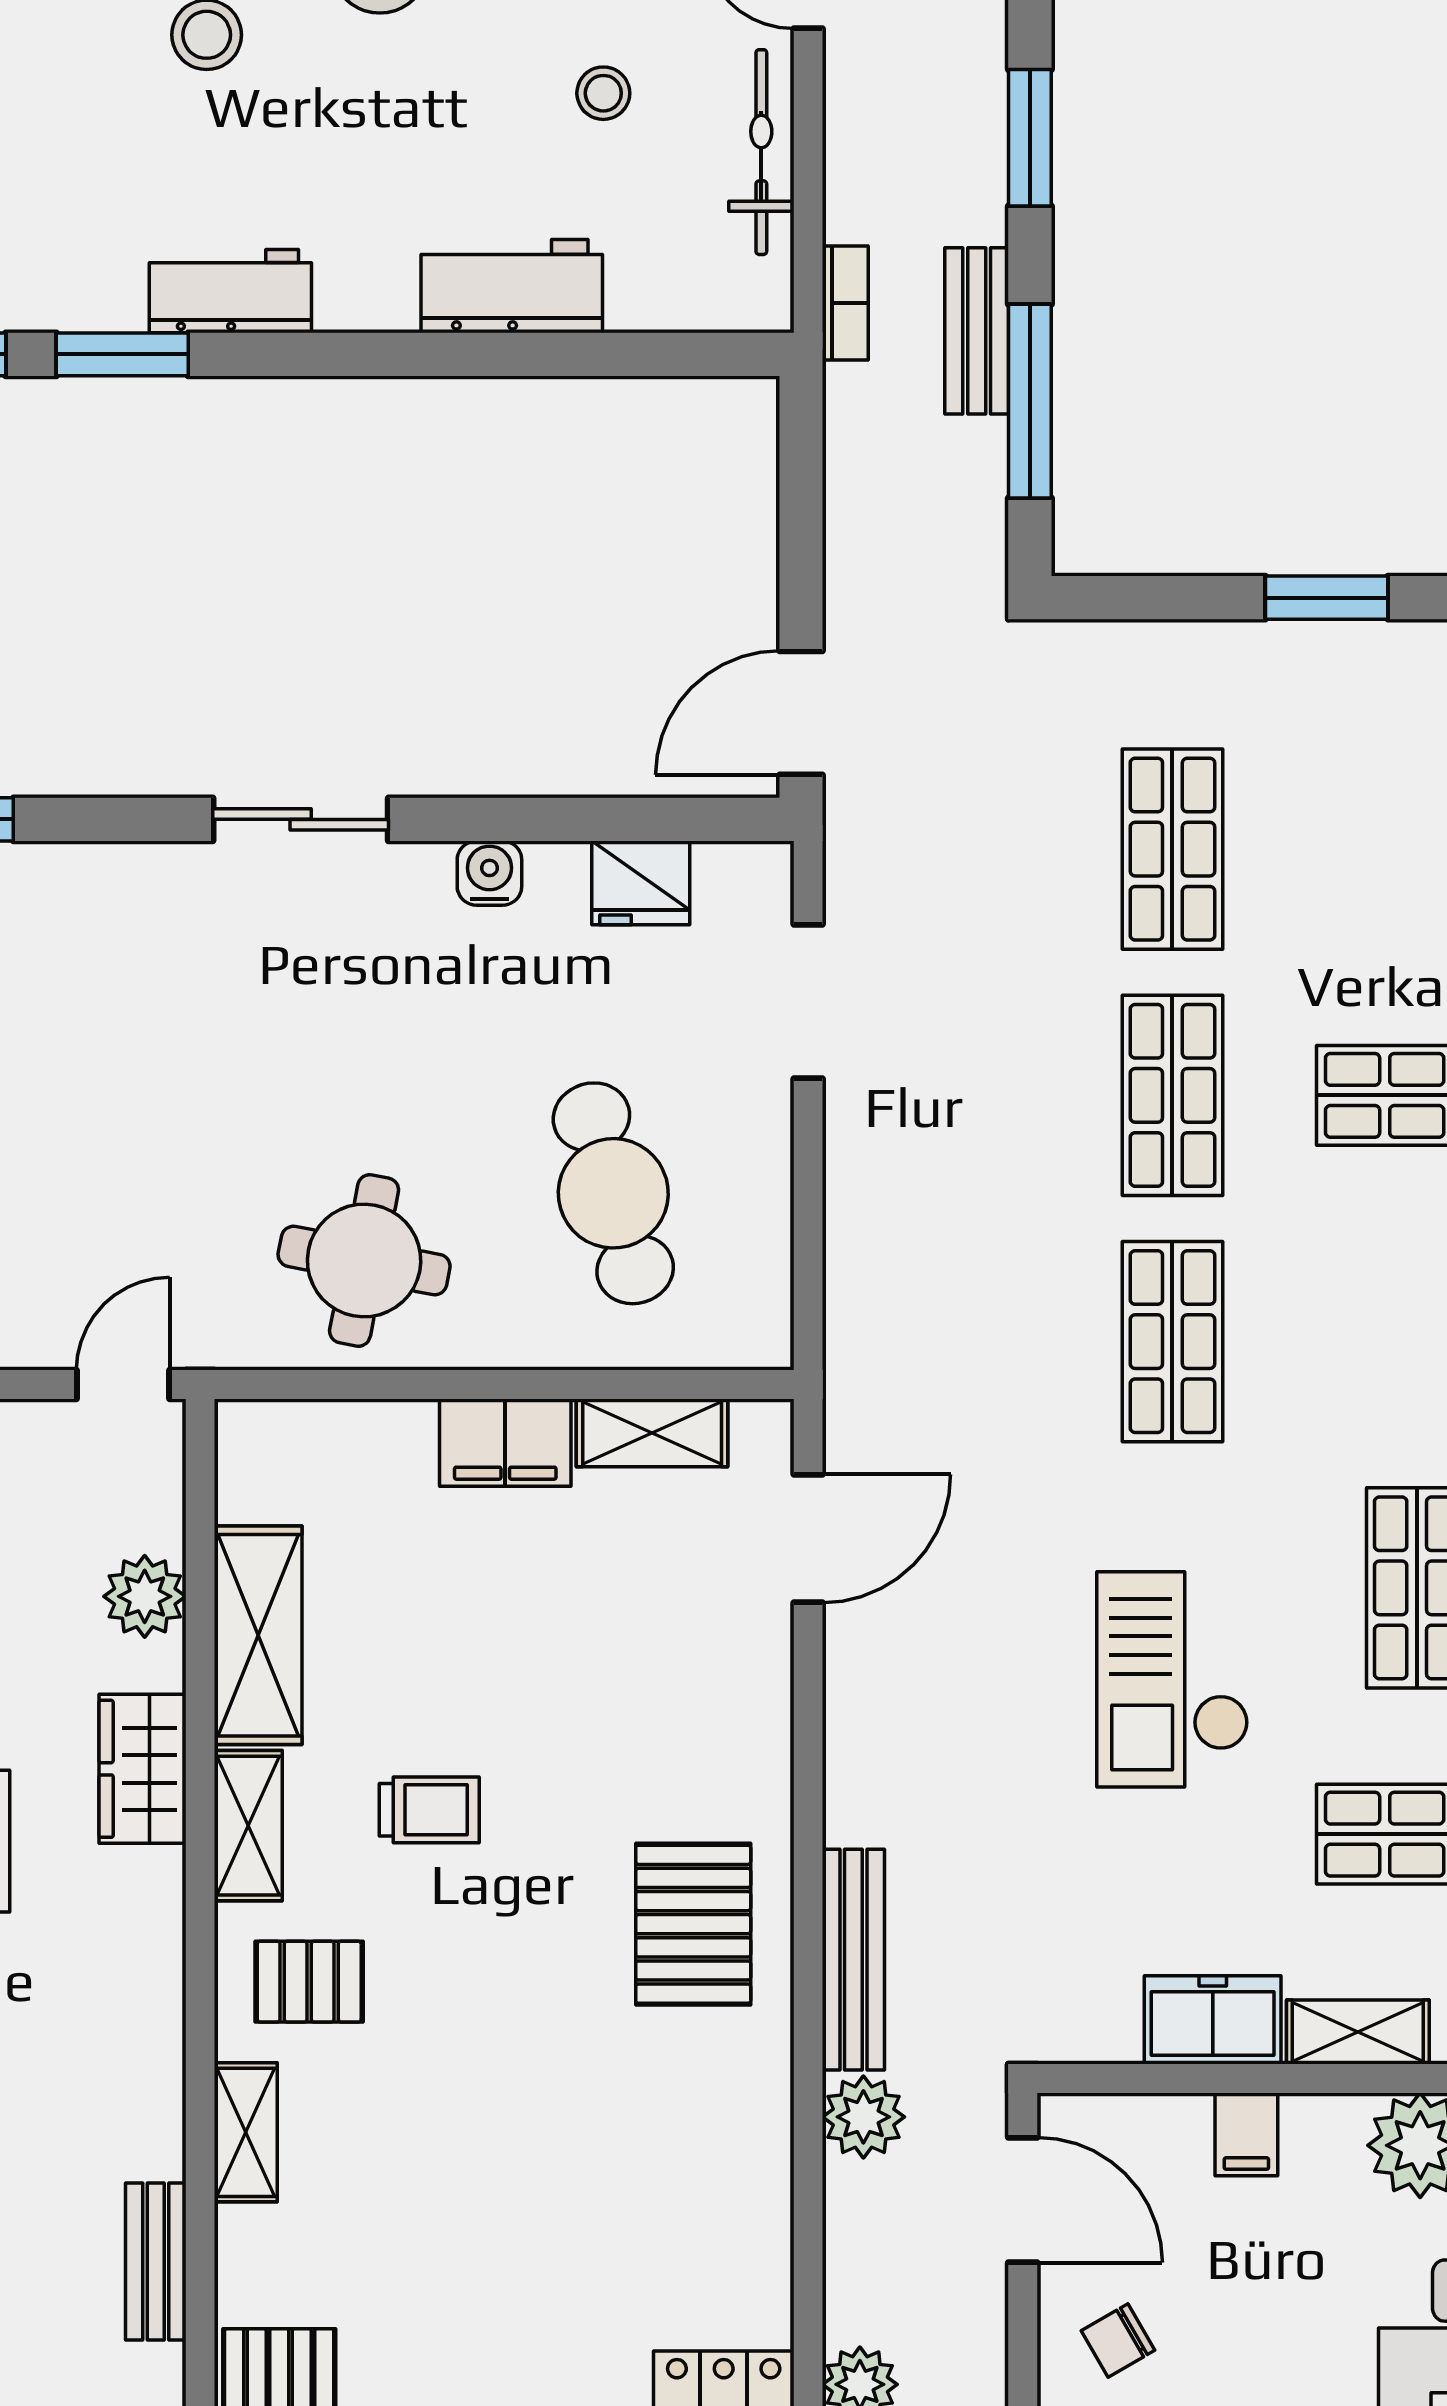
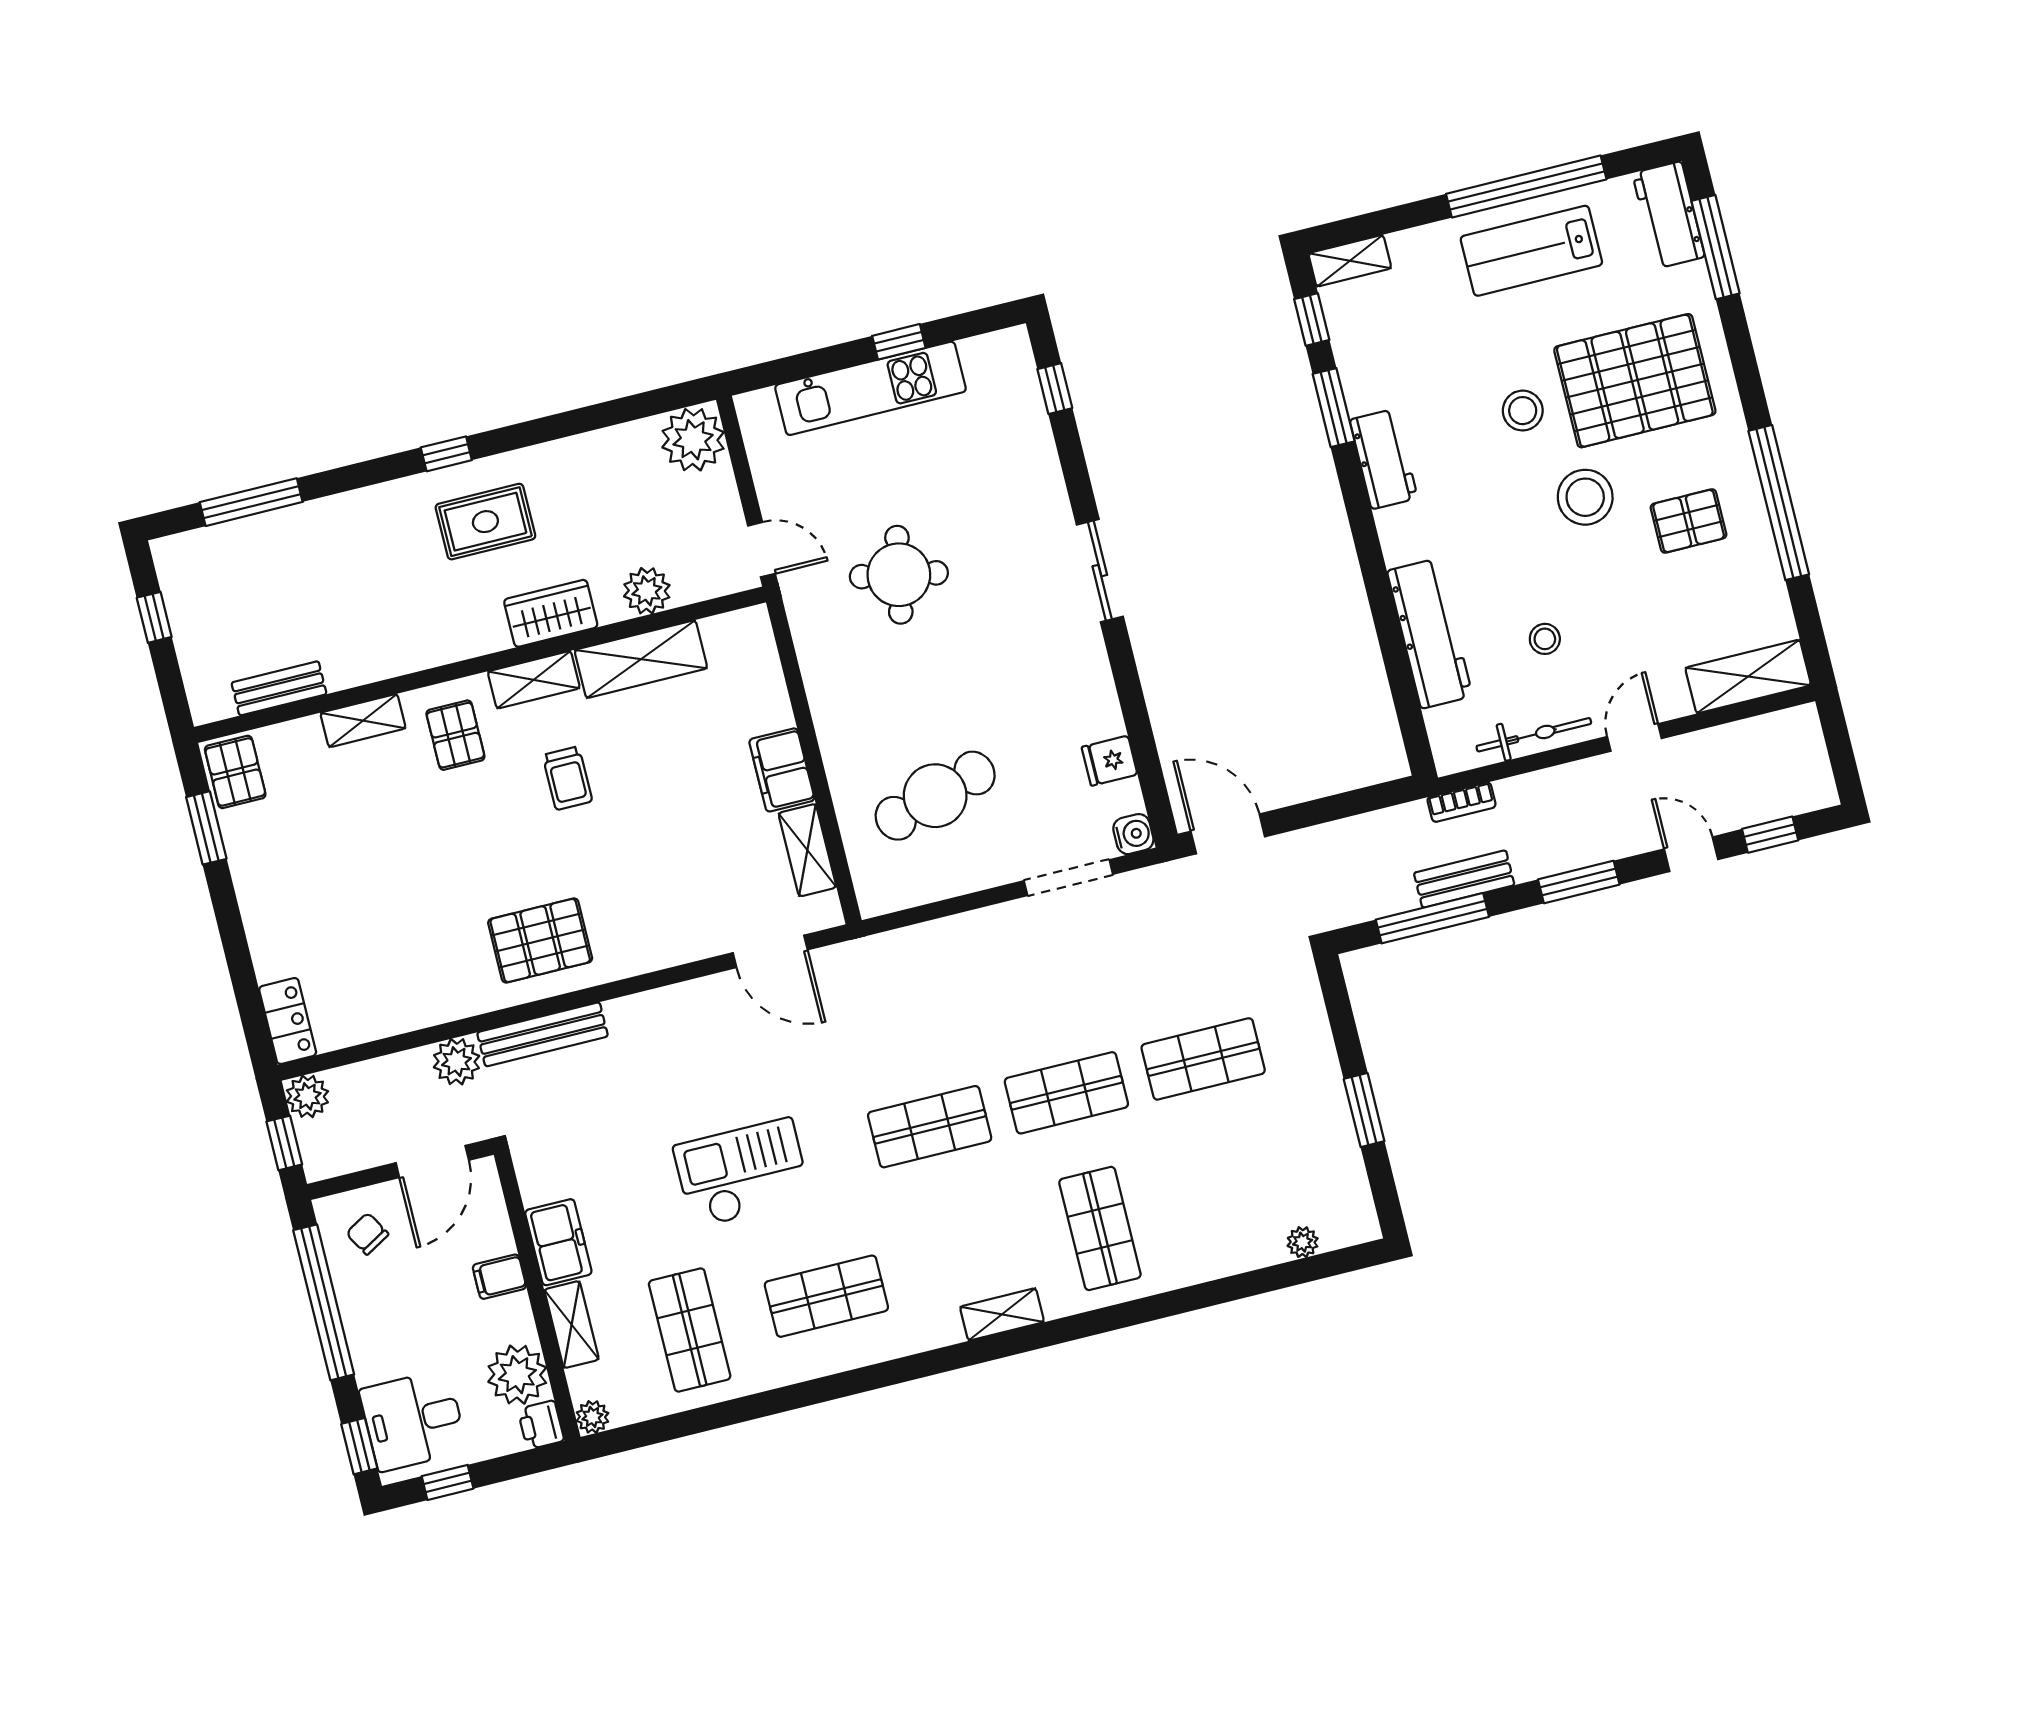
workbench: (512, 286) -> (1430, 633), width x1.38
water cooler: (489, 873) -> (1133, 834), moved
fridge: (641, 883) -> (1109, 761), width x0.72
round table: (364, 1260) -> (899, 575), moved

